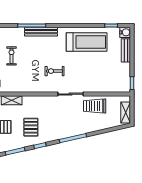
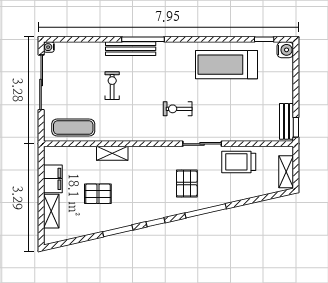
bench: (41, 32) -> (131, 49), moved
treadmill: (87, 42) -> (227, 65), turned 180
bench: (126, 50) -> (286, 121), moved
pallet: (31, 127) -> (187, 184), moved

